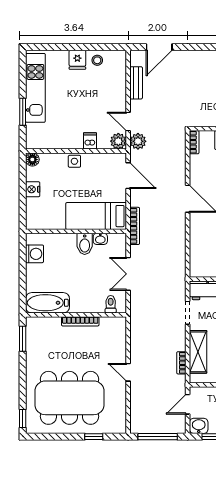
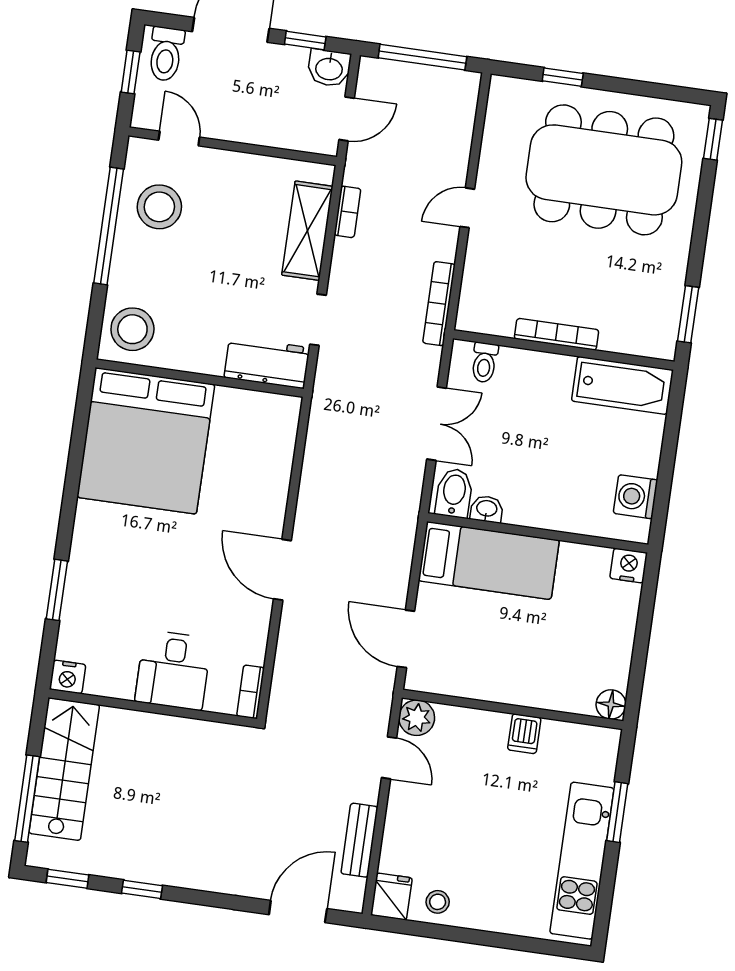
fridge: (77, 60) -> (391, 896), moved
dishwasher: (90, 141) -> (524, 734), moved
plant: (138, 141) -> (373, 711), removed
side table: (74, 161) -> (519, 687), removed
nightstand: (33, 189) -> (629, 566), moved, turned -90
bookcase: (135, 226) -> (439, 304), moved
bidet: (85, 244) -> (454, 493), moved
door: (128, 372) -> (467, 208), swing flipped

